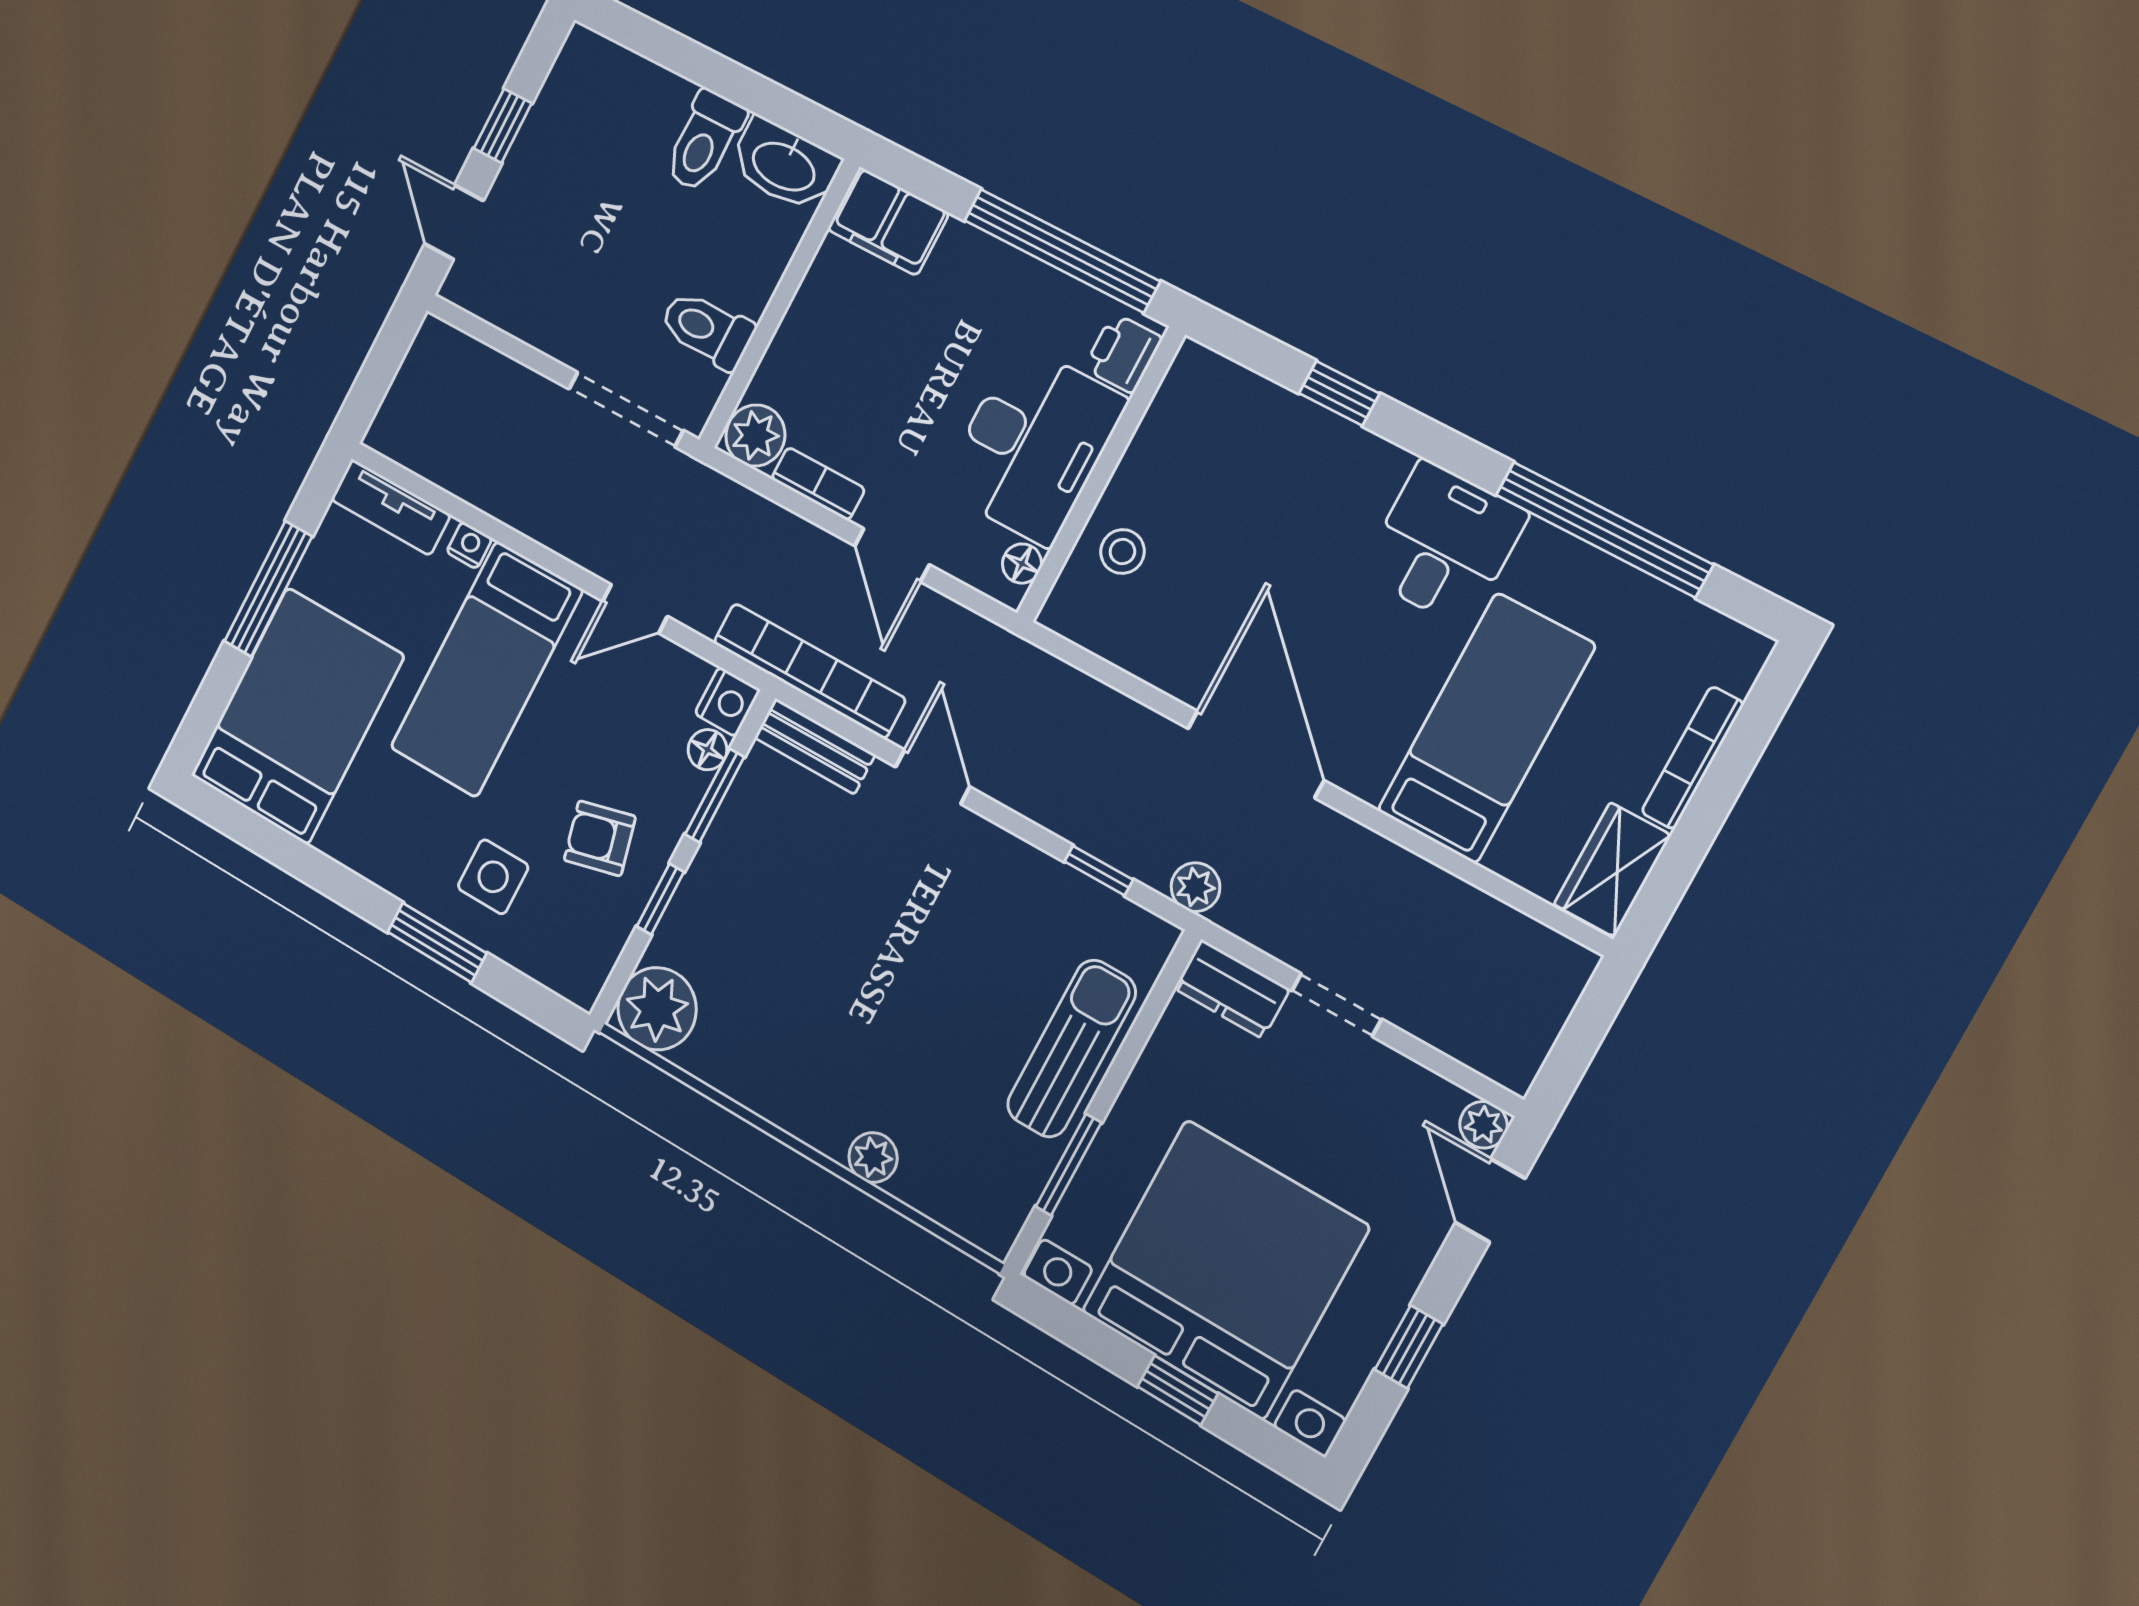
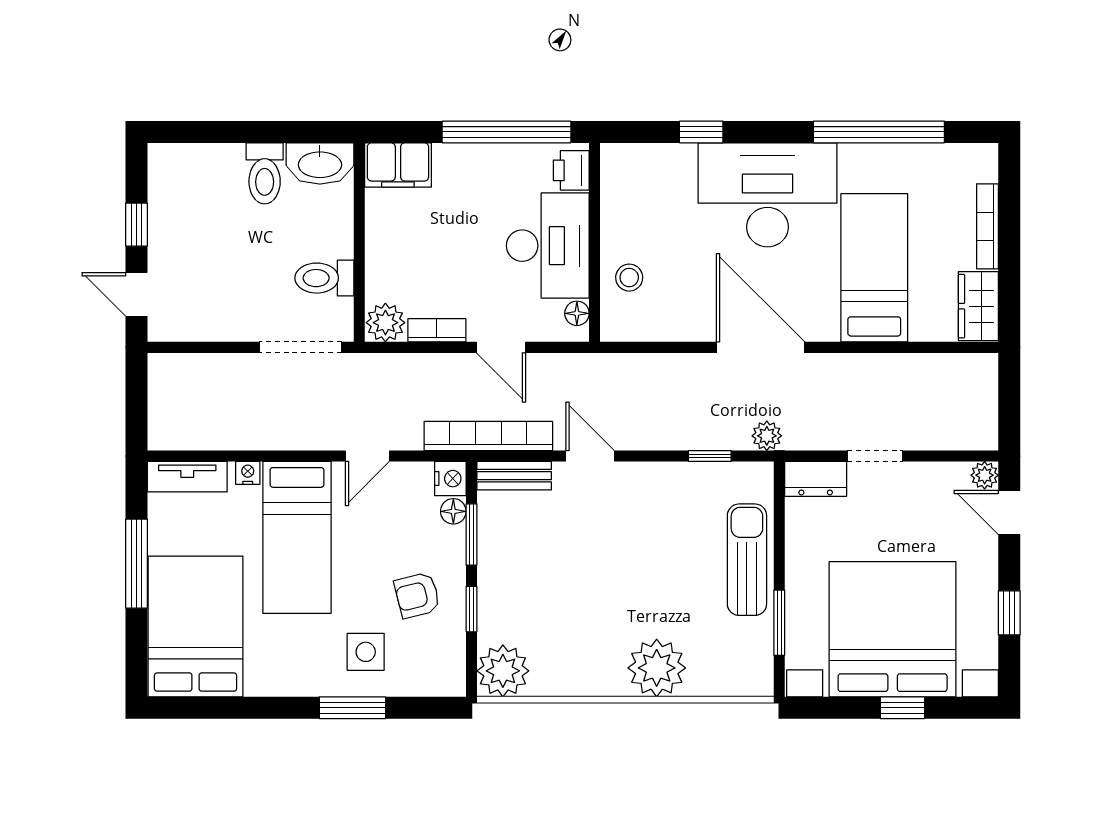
desk: (1444, 544) -> (768, 195), width x1.87, depth x1.30
plant: (873, 1157) -> (657, 668), width x1.87, depth x1.87

